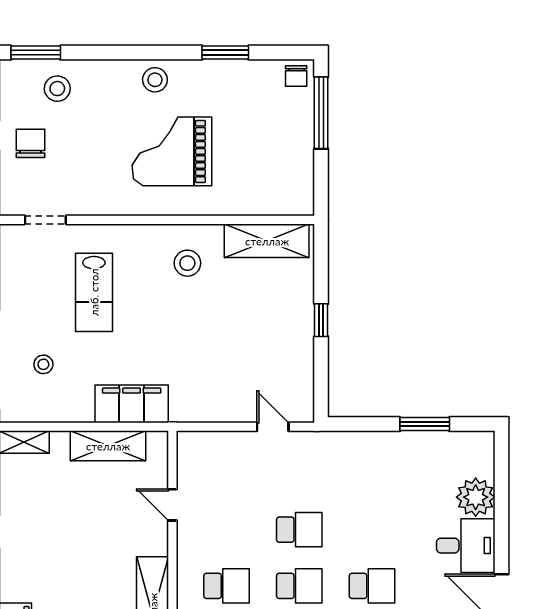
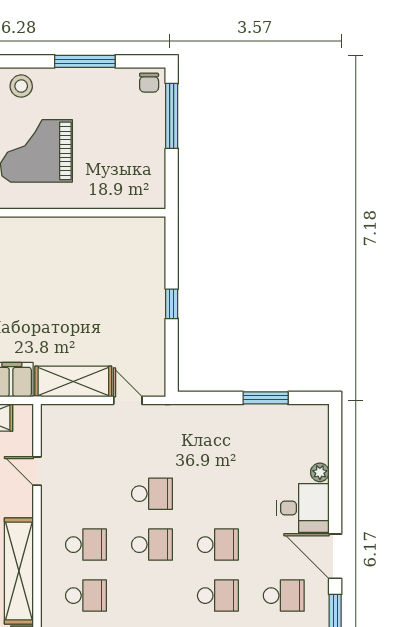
window: (225, 53) -> (85, 61), width x1.44
shelving: (267, 241) -> (73, 381), moved
stool: (187, 263) -> (51, 252), removed
plant: (476, 497) -> (320, 472), width x0.53, depth x0.53

